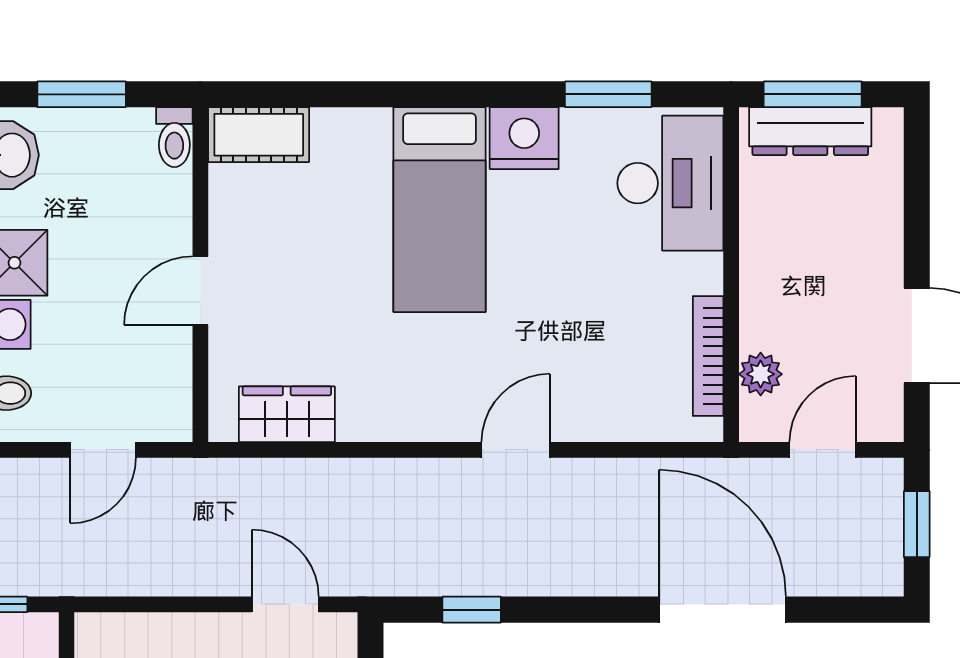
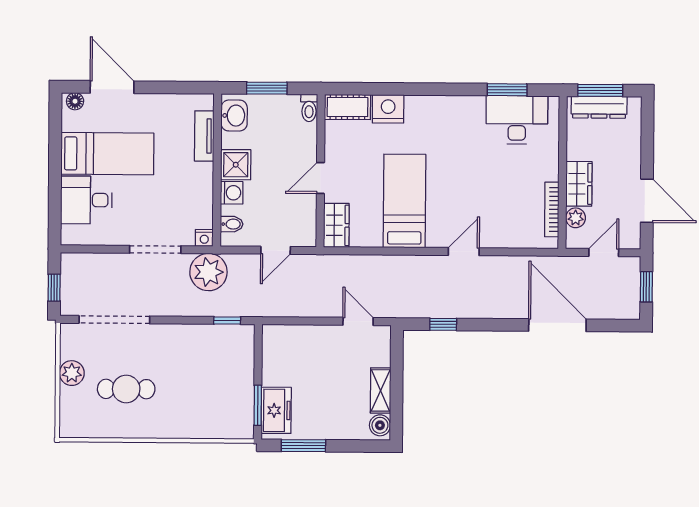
nightstand: (524, 138) -> (388, 109), moved
desk: (670, 183) -> (517, 120), moved, turned -90
bed: (440, 210) -> (404, 201), moved, turned 180
wardrobe: (767, 299) -> (579, 184), added
wardrobe: (287, 414) -> (336, 225), moved, turned 90

